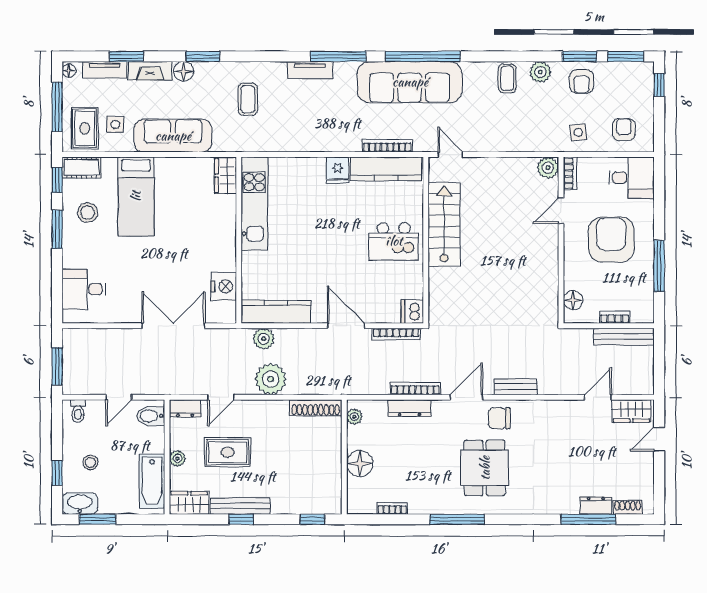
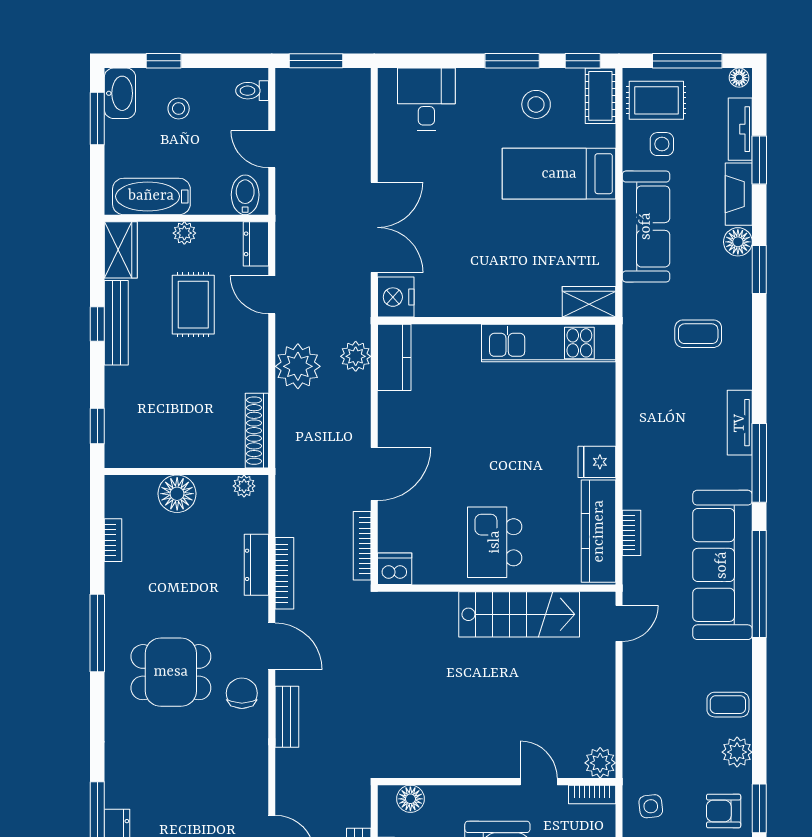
bookcase: (387, 146) -> (632, 533), width x0.64
nightstand: (224, 286) -> (396, 297), moved, turned 90
kitchen counter: (276, 312) -> (394, 357), width x0.67

